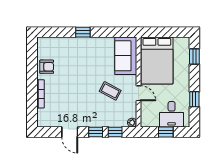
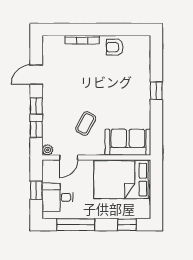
armchair: (47, 67) -> (115, 47), turned 90
door: (138, 93) -> (69, 157), moved
window: (194, 99) -> (76, 225), width x2.17

